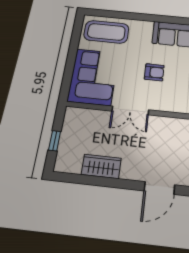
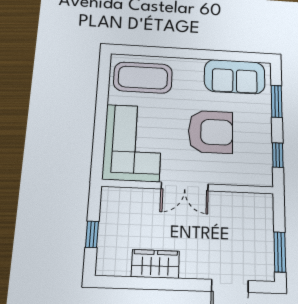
armchair: (154, 72) -> (211, 132), width x1.88, depth x1.88

